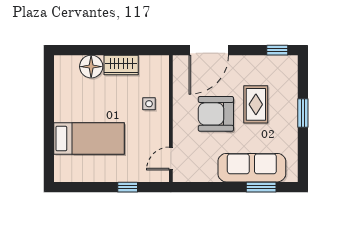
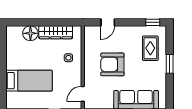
door: (209, 50) -> (108, 22), width x0.53
wardrobe: (121, 65) -> (56, 32), width x1.50
rug: (256, 104) -> (150, 48), moved

